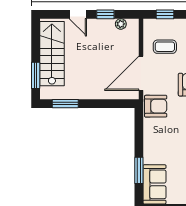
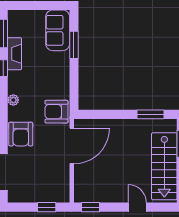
window: (105, 14) -> (91, 207), moved
plant: (121, 24) -> (93, 197), removed
coffee table: (165, 47) -> (47, 174), removed

